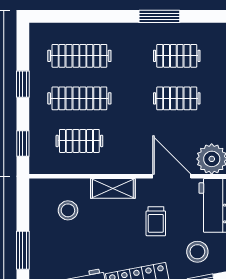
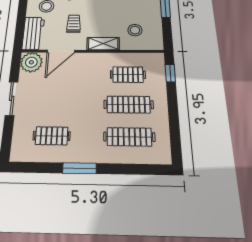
window: (159, 16) -> (79, 168), moved
window: (23, 84) -> (173, 115), removed
clothes rail: (177, 98) -> (54, 104), removed
door: (172, 176) -> (61, 51), hinge flipped

